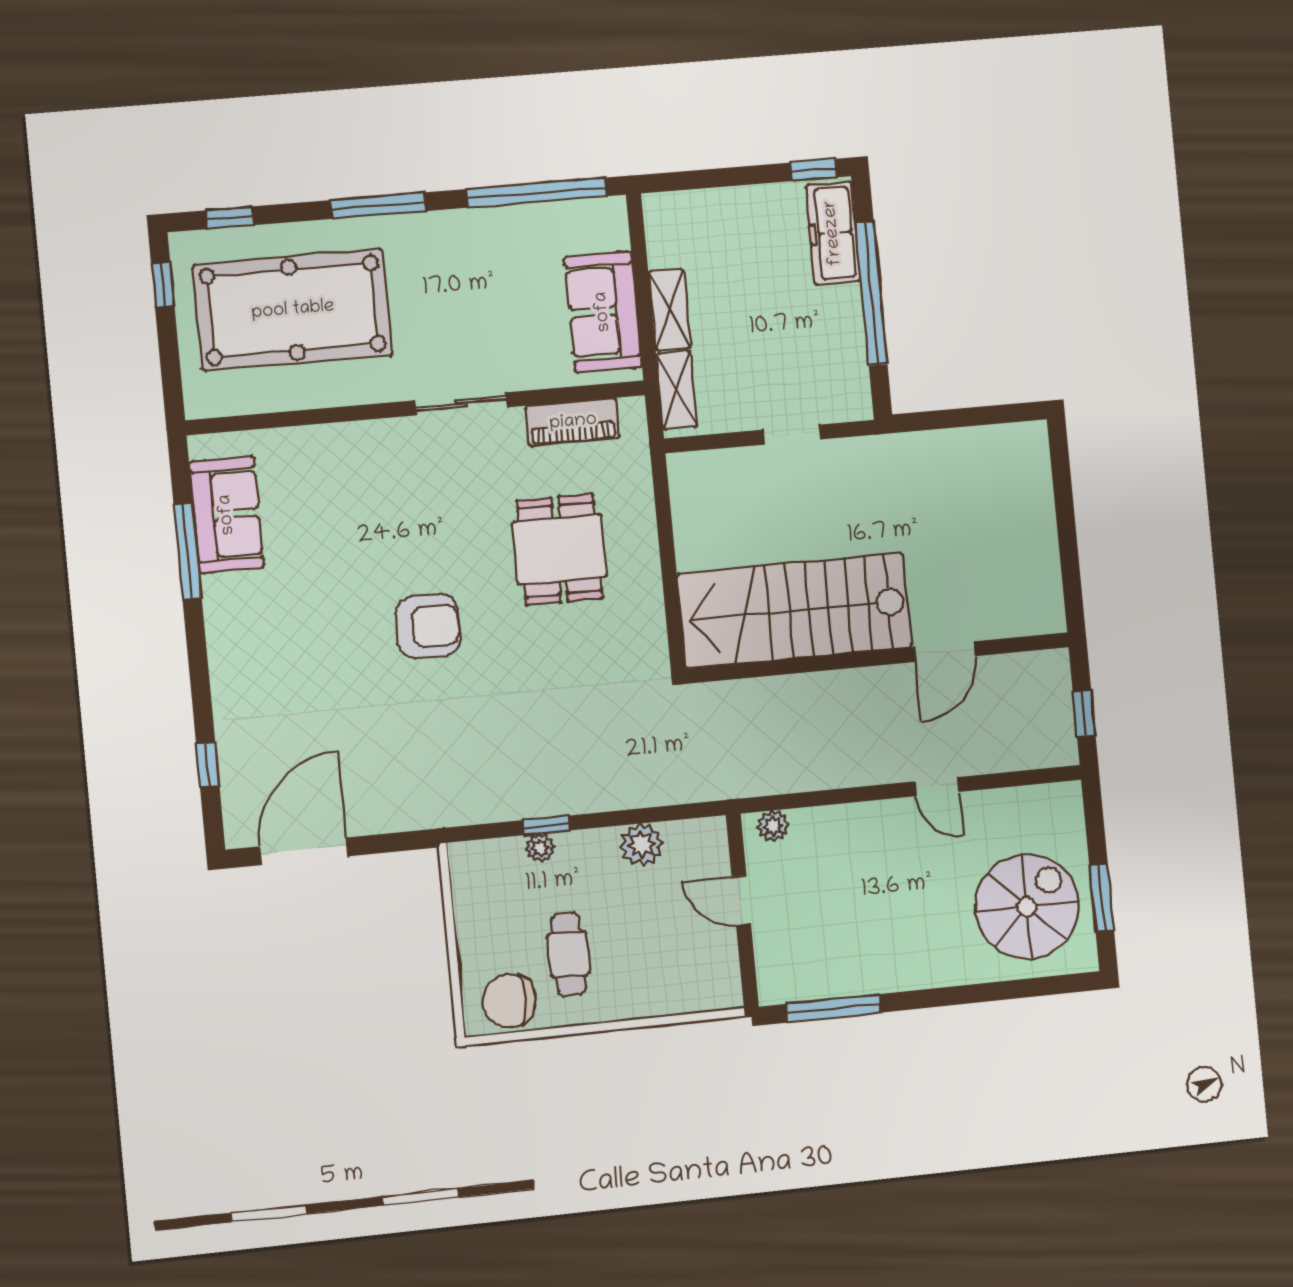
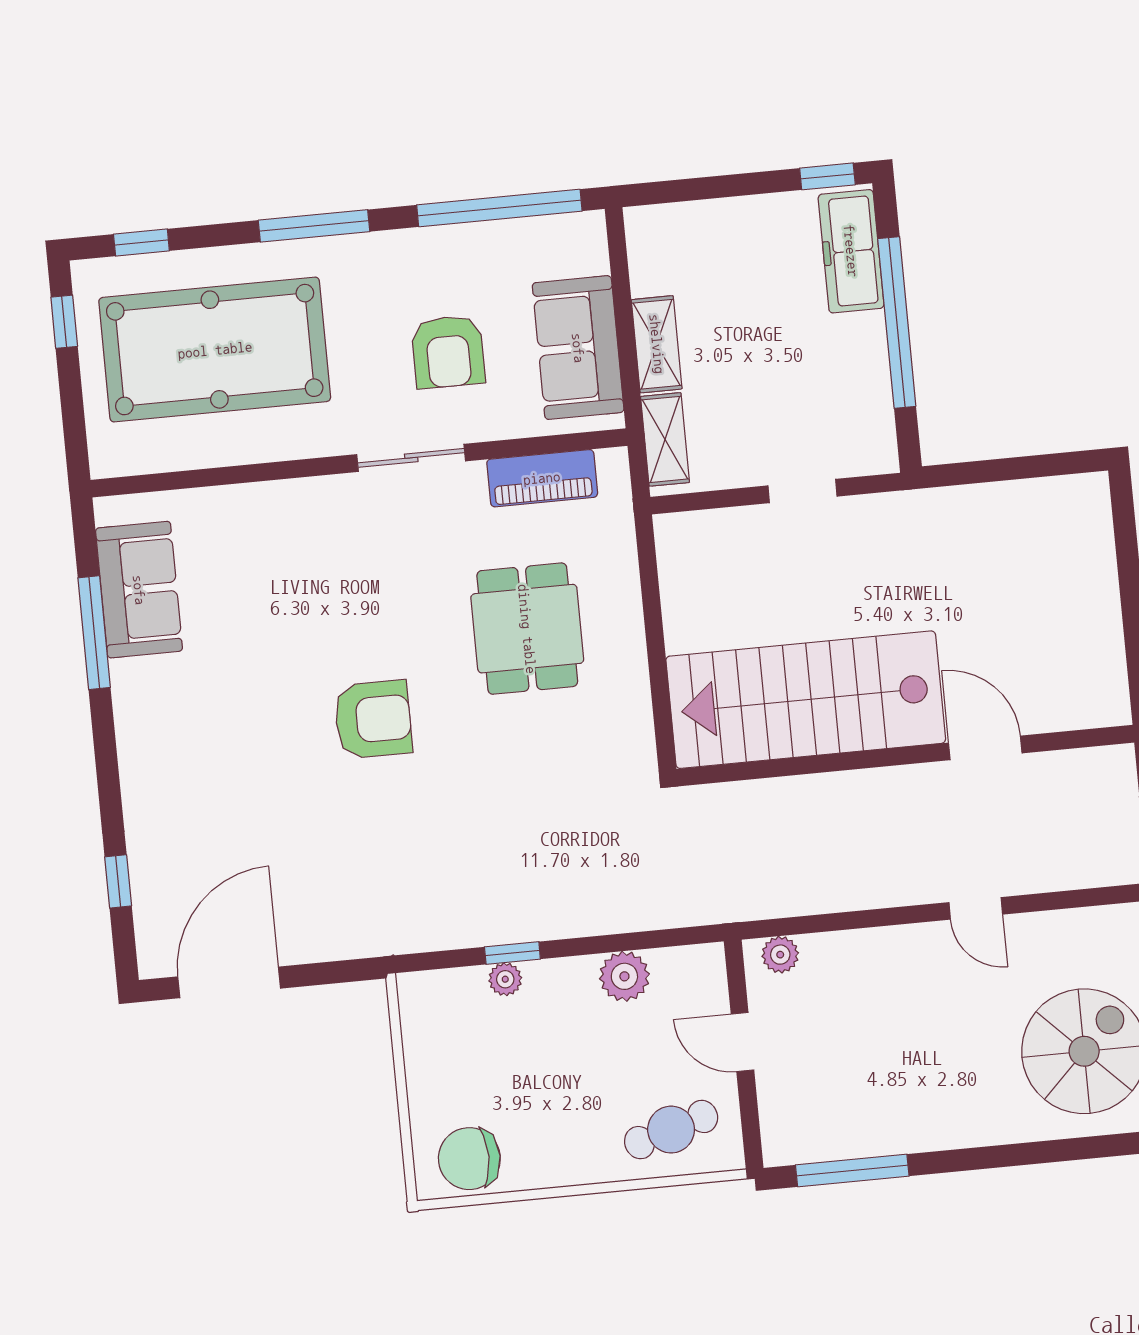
armchair: (493, 314) -> (448, 352), added
door: (945, 652) -> (985, 748), swing flipped
cafe table: (568, 954) -> (671, 1130), moved, turned 73

